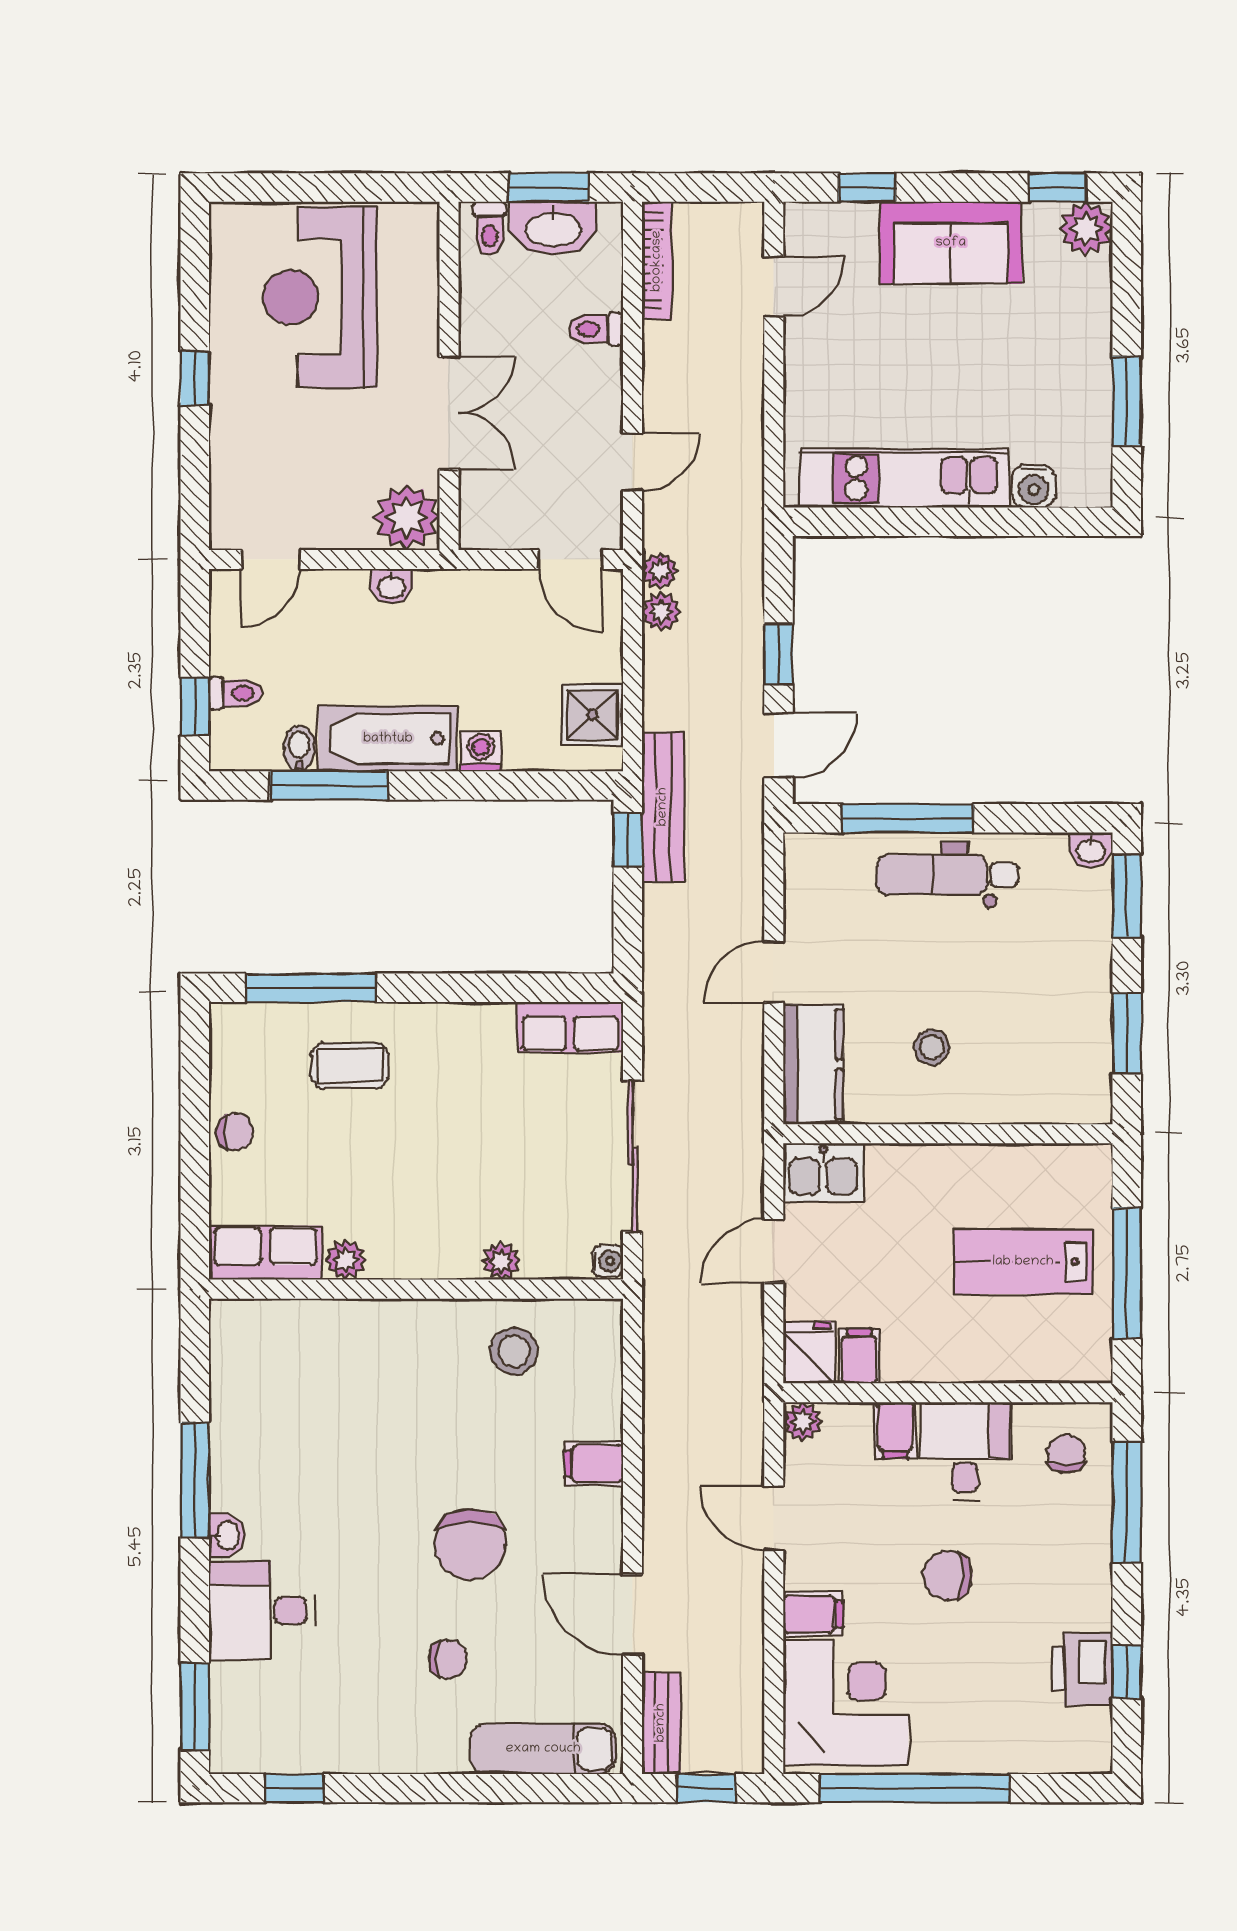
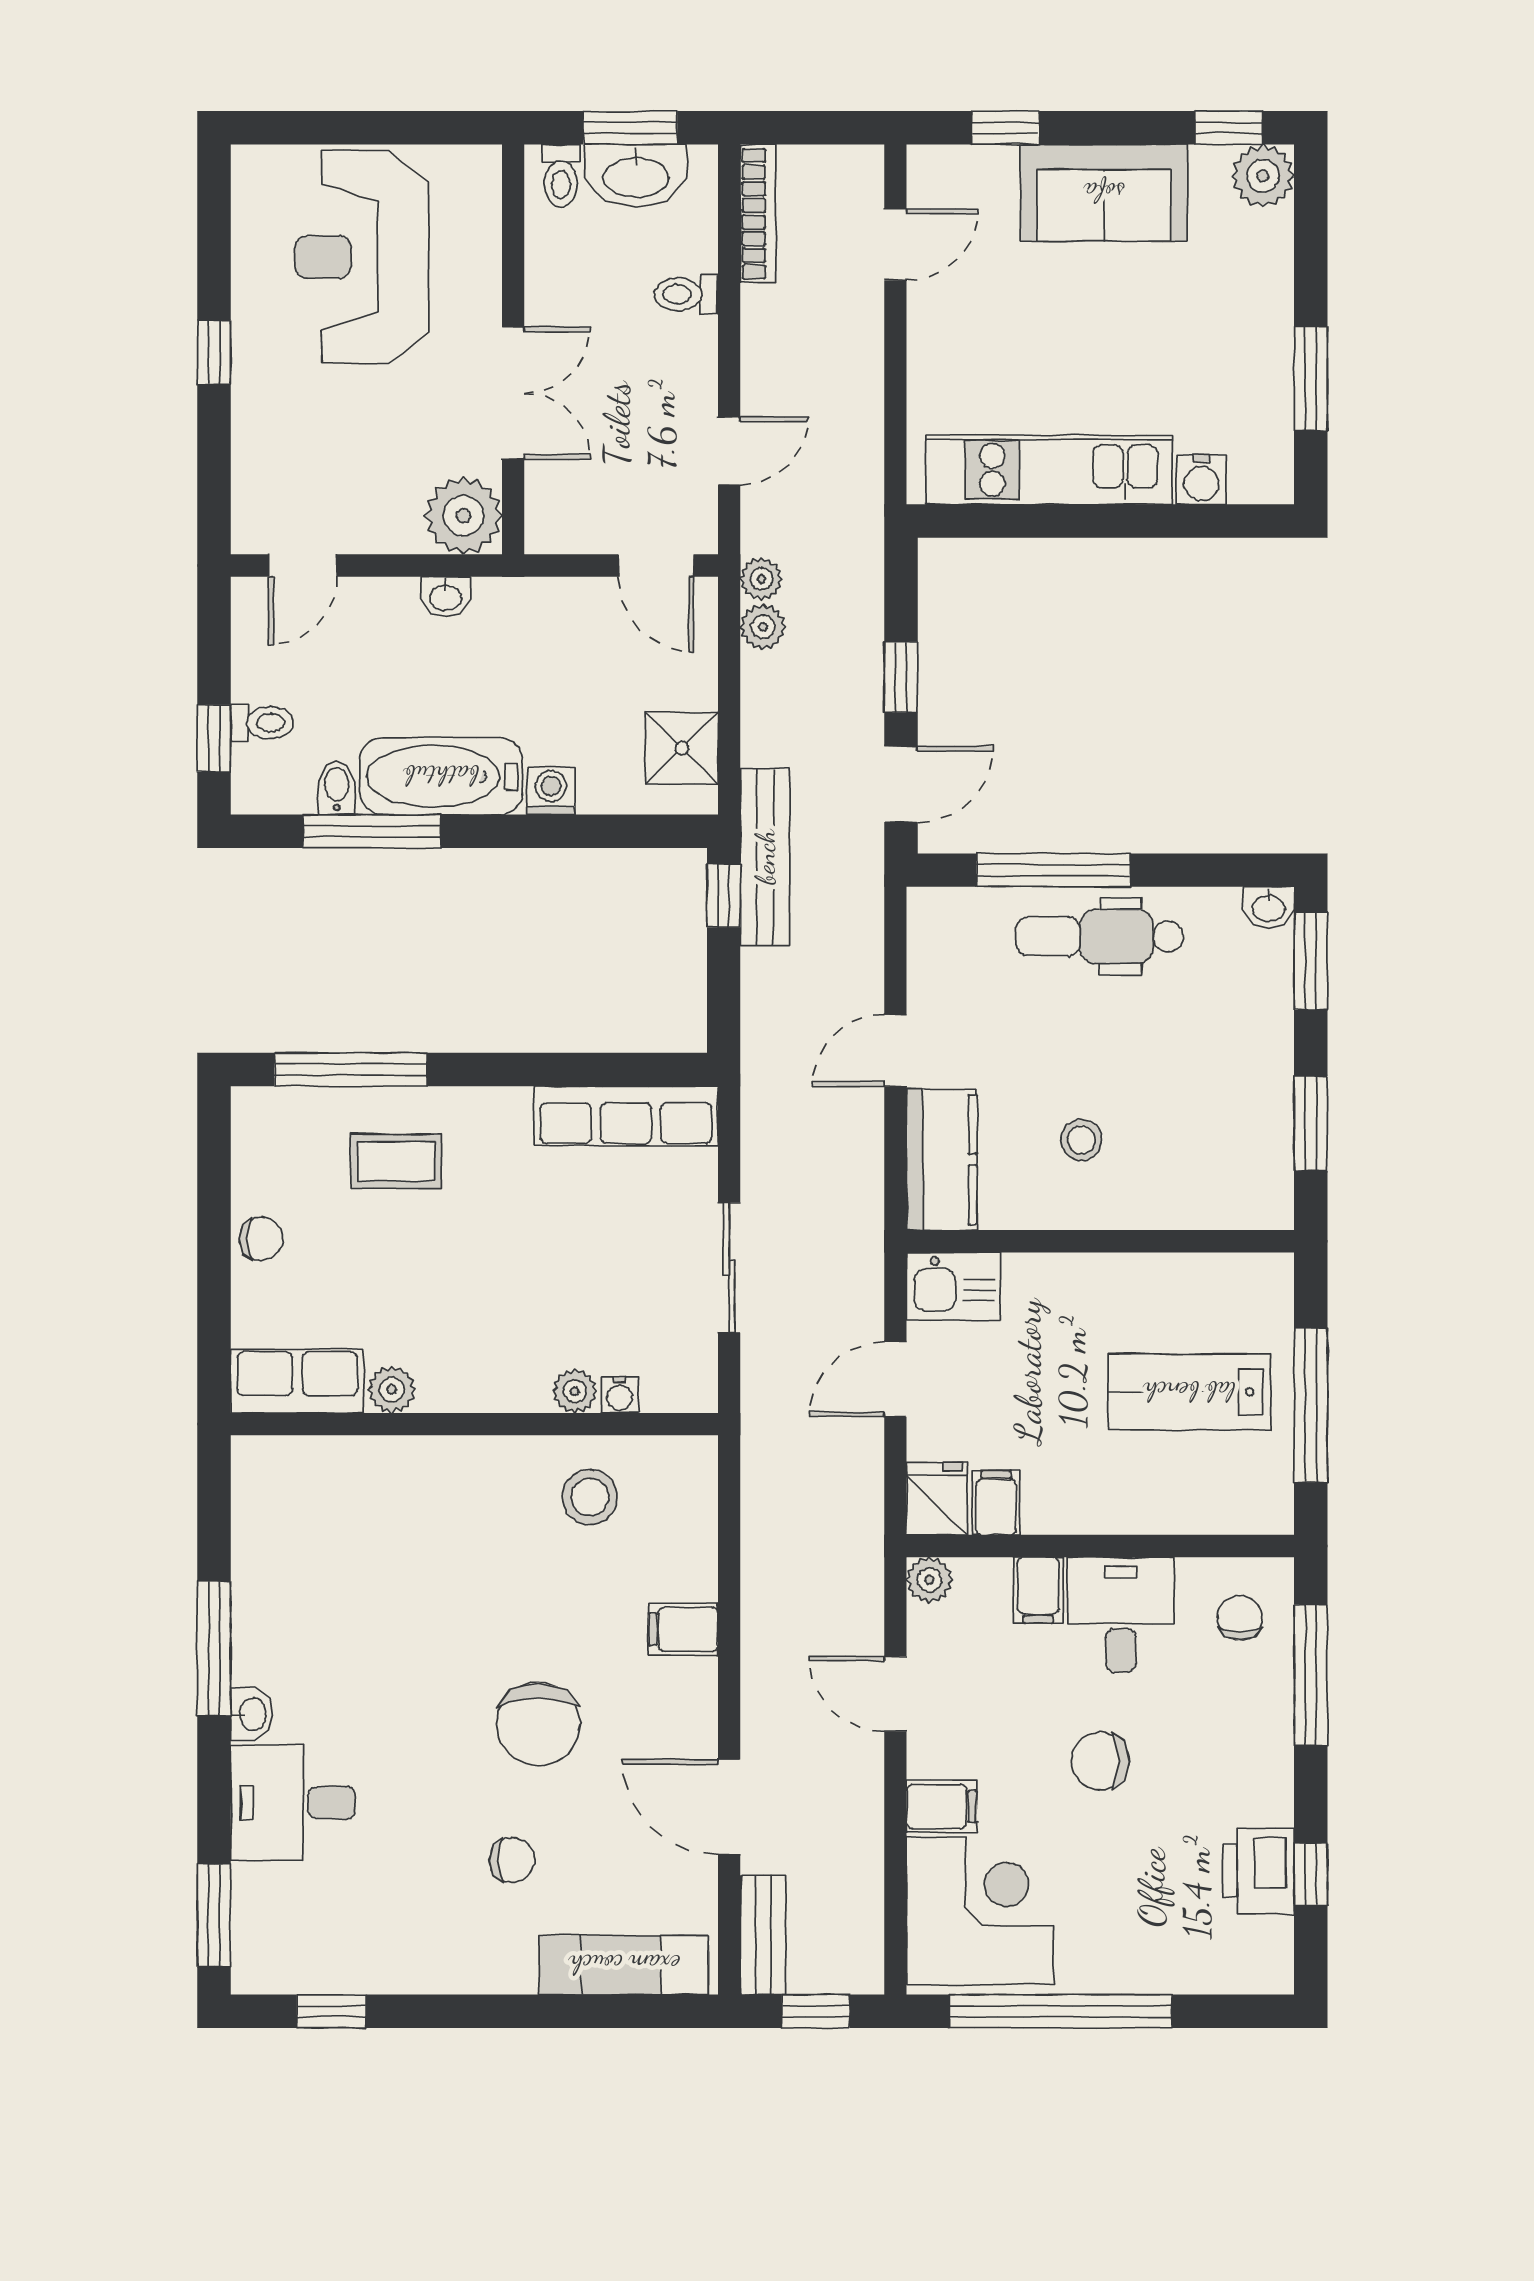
row of seats: (570, 1027) -> (626, 1116), width x1.48
sliding door: (633, 1156) -> (729, 1268), width x0.73
water cooler: (608, 1261) -> (620, 1395), moved, turned 90

